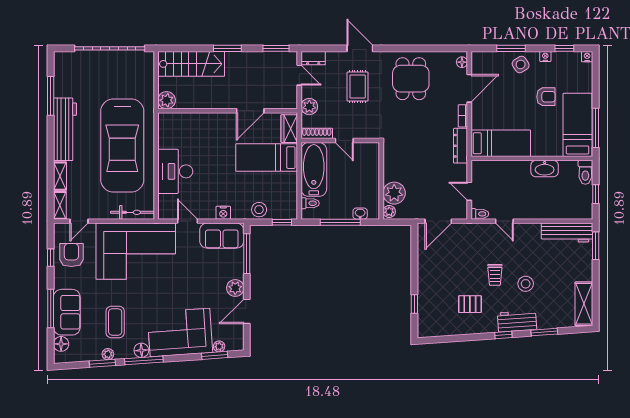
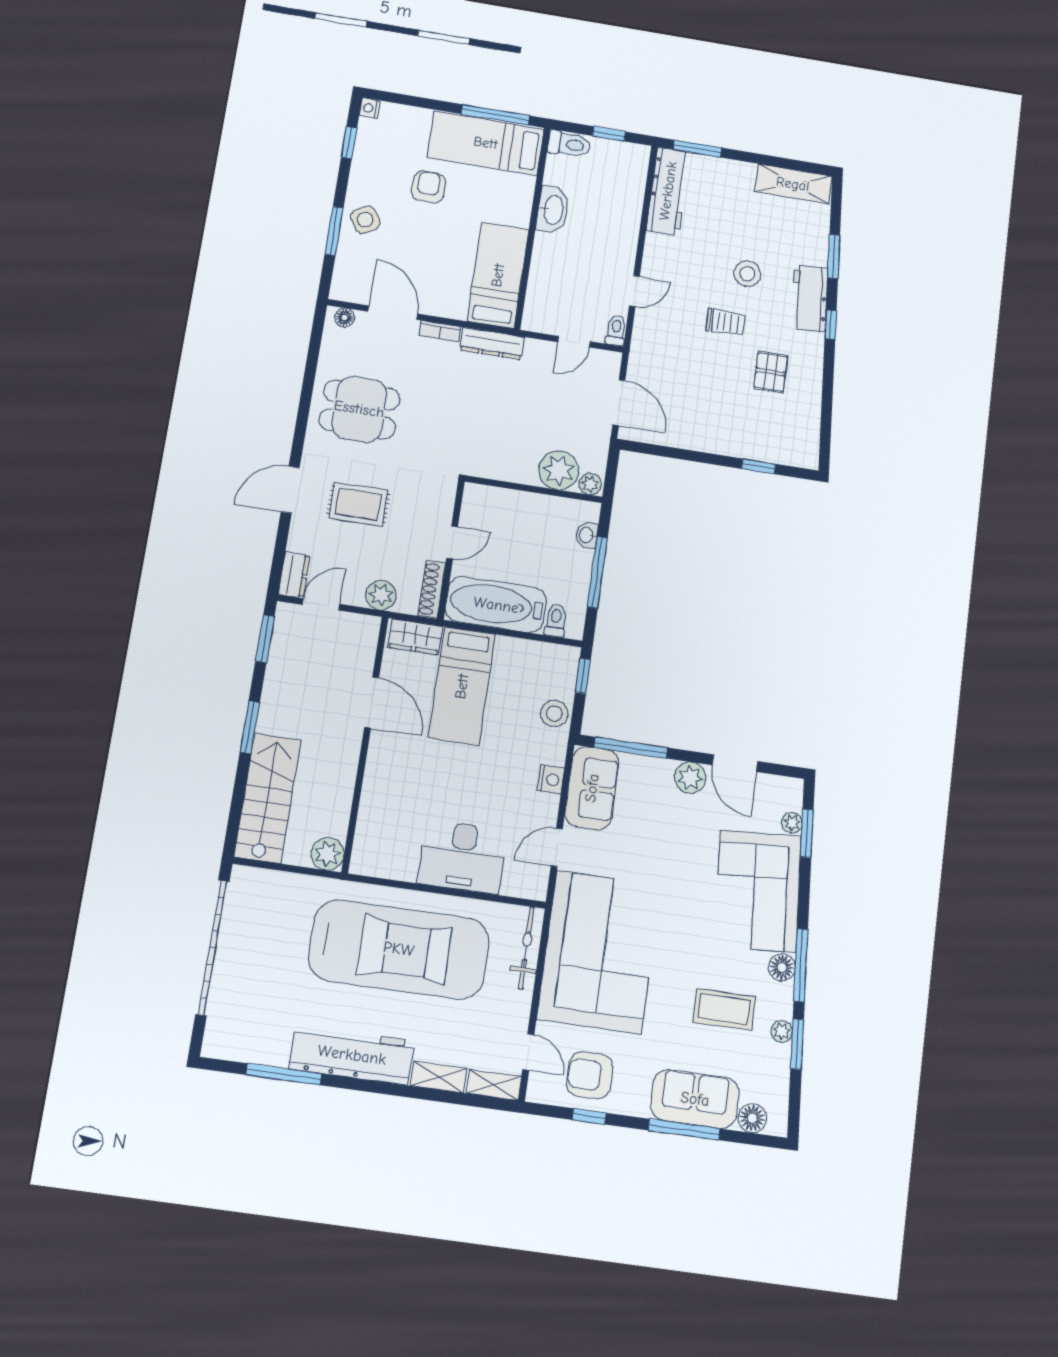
nightstand: (545, 57) -> (358, 177), removed

